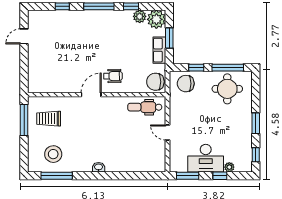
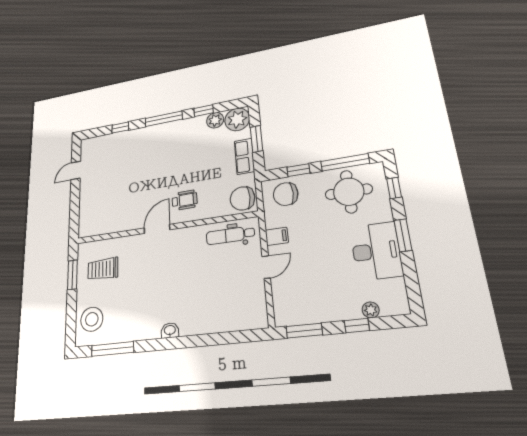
filing cabinet: (177, 113) -> (277, 236), added
window: (24, 120) -> (72, 275), width x0.69
door: (168, 133) -> (266, 267), swing flipped
stool: (53, 154) -> (92, 319), moved
window: (256, 155) -> (394, 188), moved
desk: (206, 158) -> (376, 251), moved, turned -90

